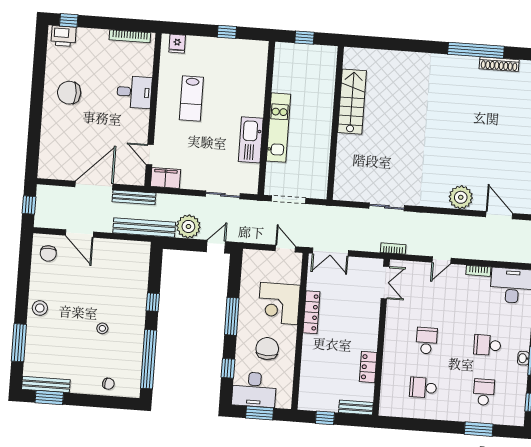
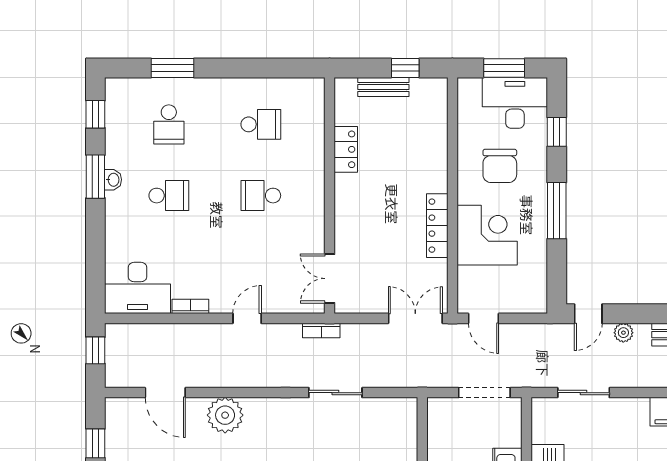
plant: (188, 226) -> (623, 333), width x0.53, depth x0.53
school desk: (426, 341) -> (261, 196), turned 90
bench: (356, 408) -> (383, 87), moved

